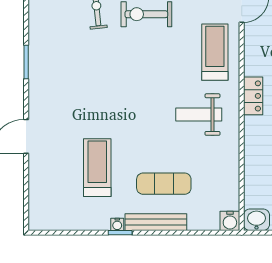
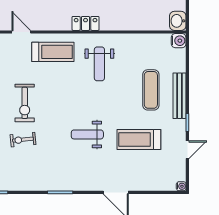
treadmill: (215, 52) -> (53, 52), turned 180
weight bench: (104, 98) -> (87, 134), added
water cooler: (117, 224) -> (181, 186), moved
door: (84, 233) -> (187, 150), added

